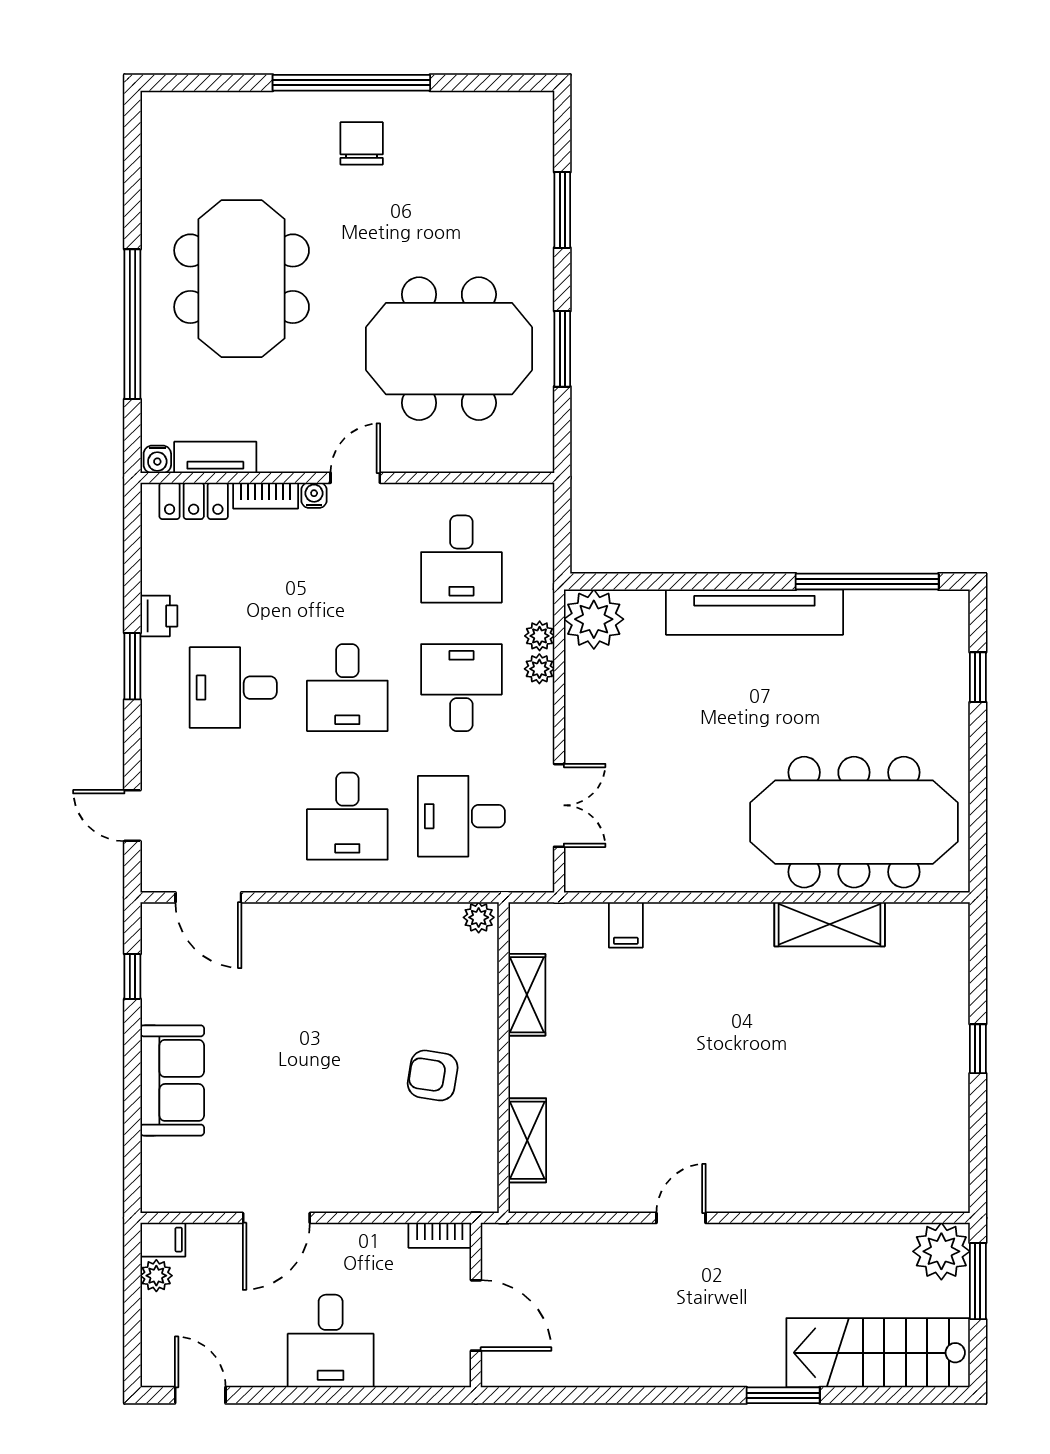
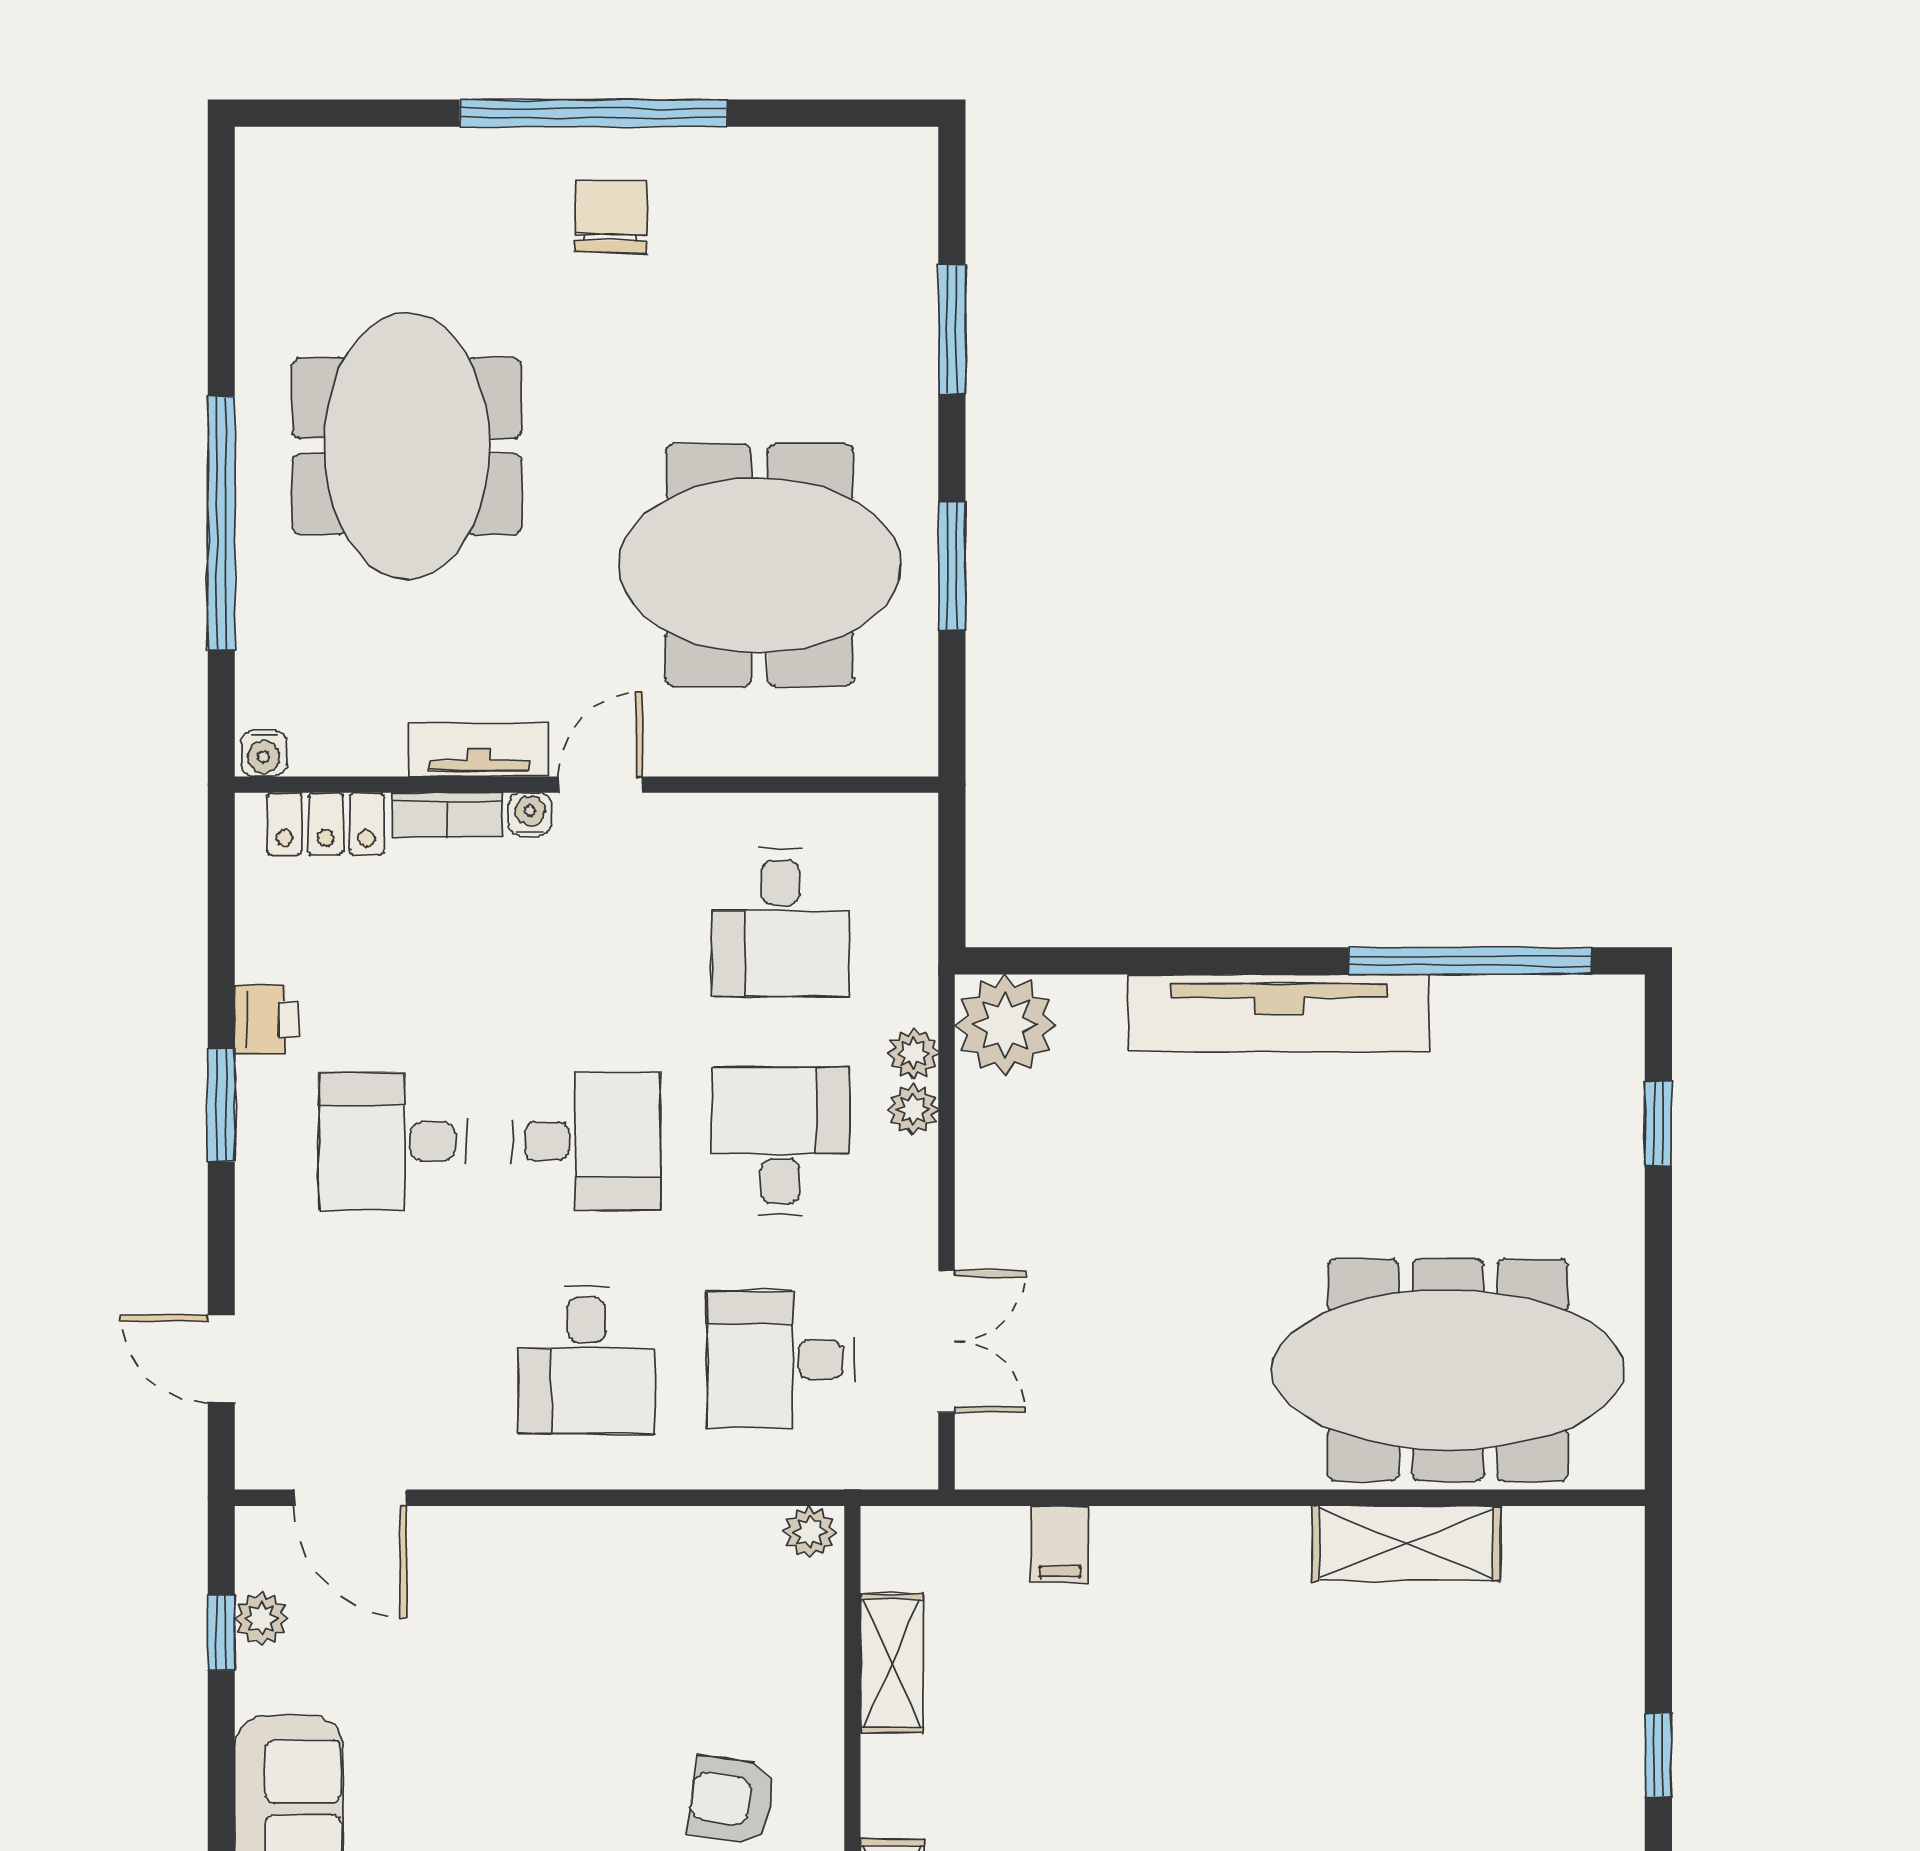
tv unit: (215, 457) -> (479, 750), moved
desk: (347, 688) -> (587, 1141), turned -90
plant: (156, 968) -> (261, 1619), added

